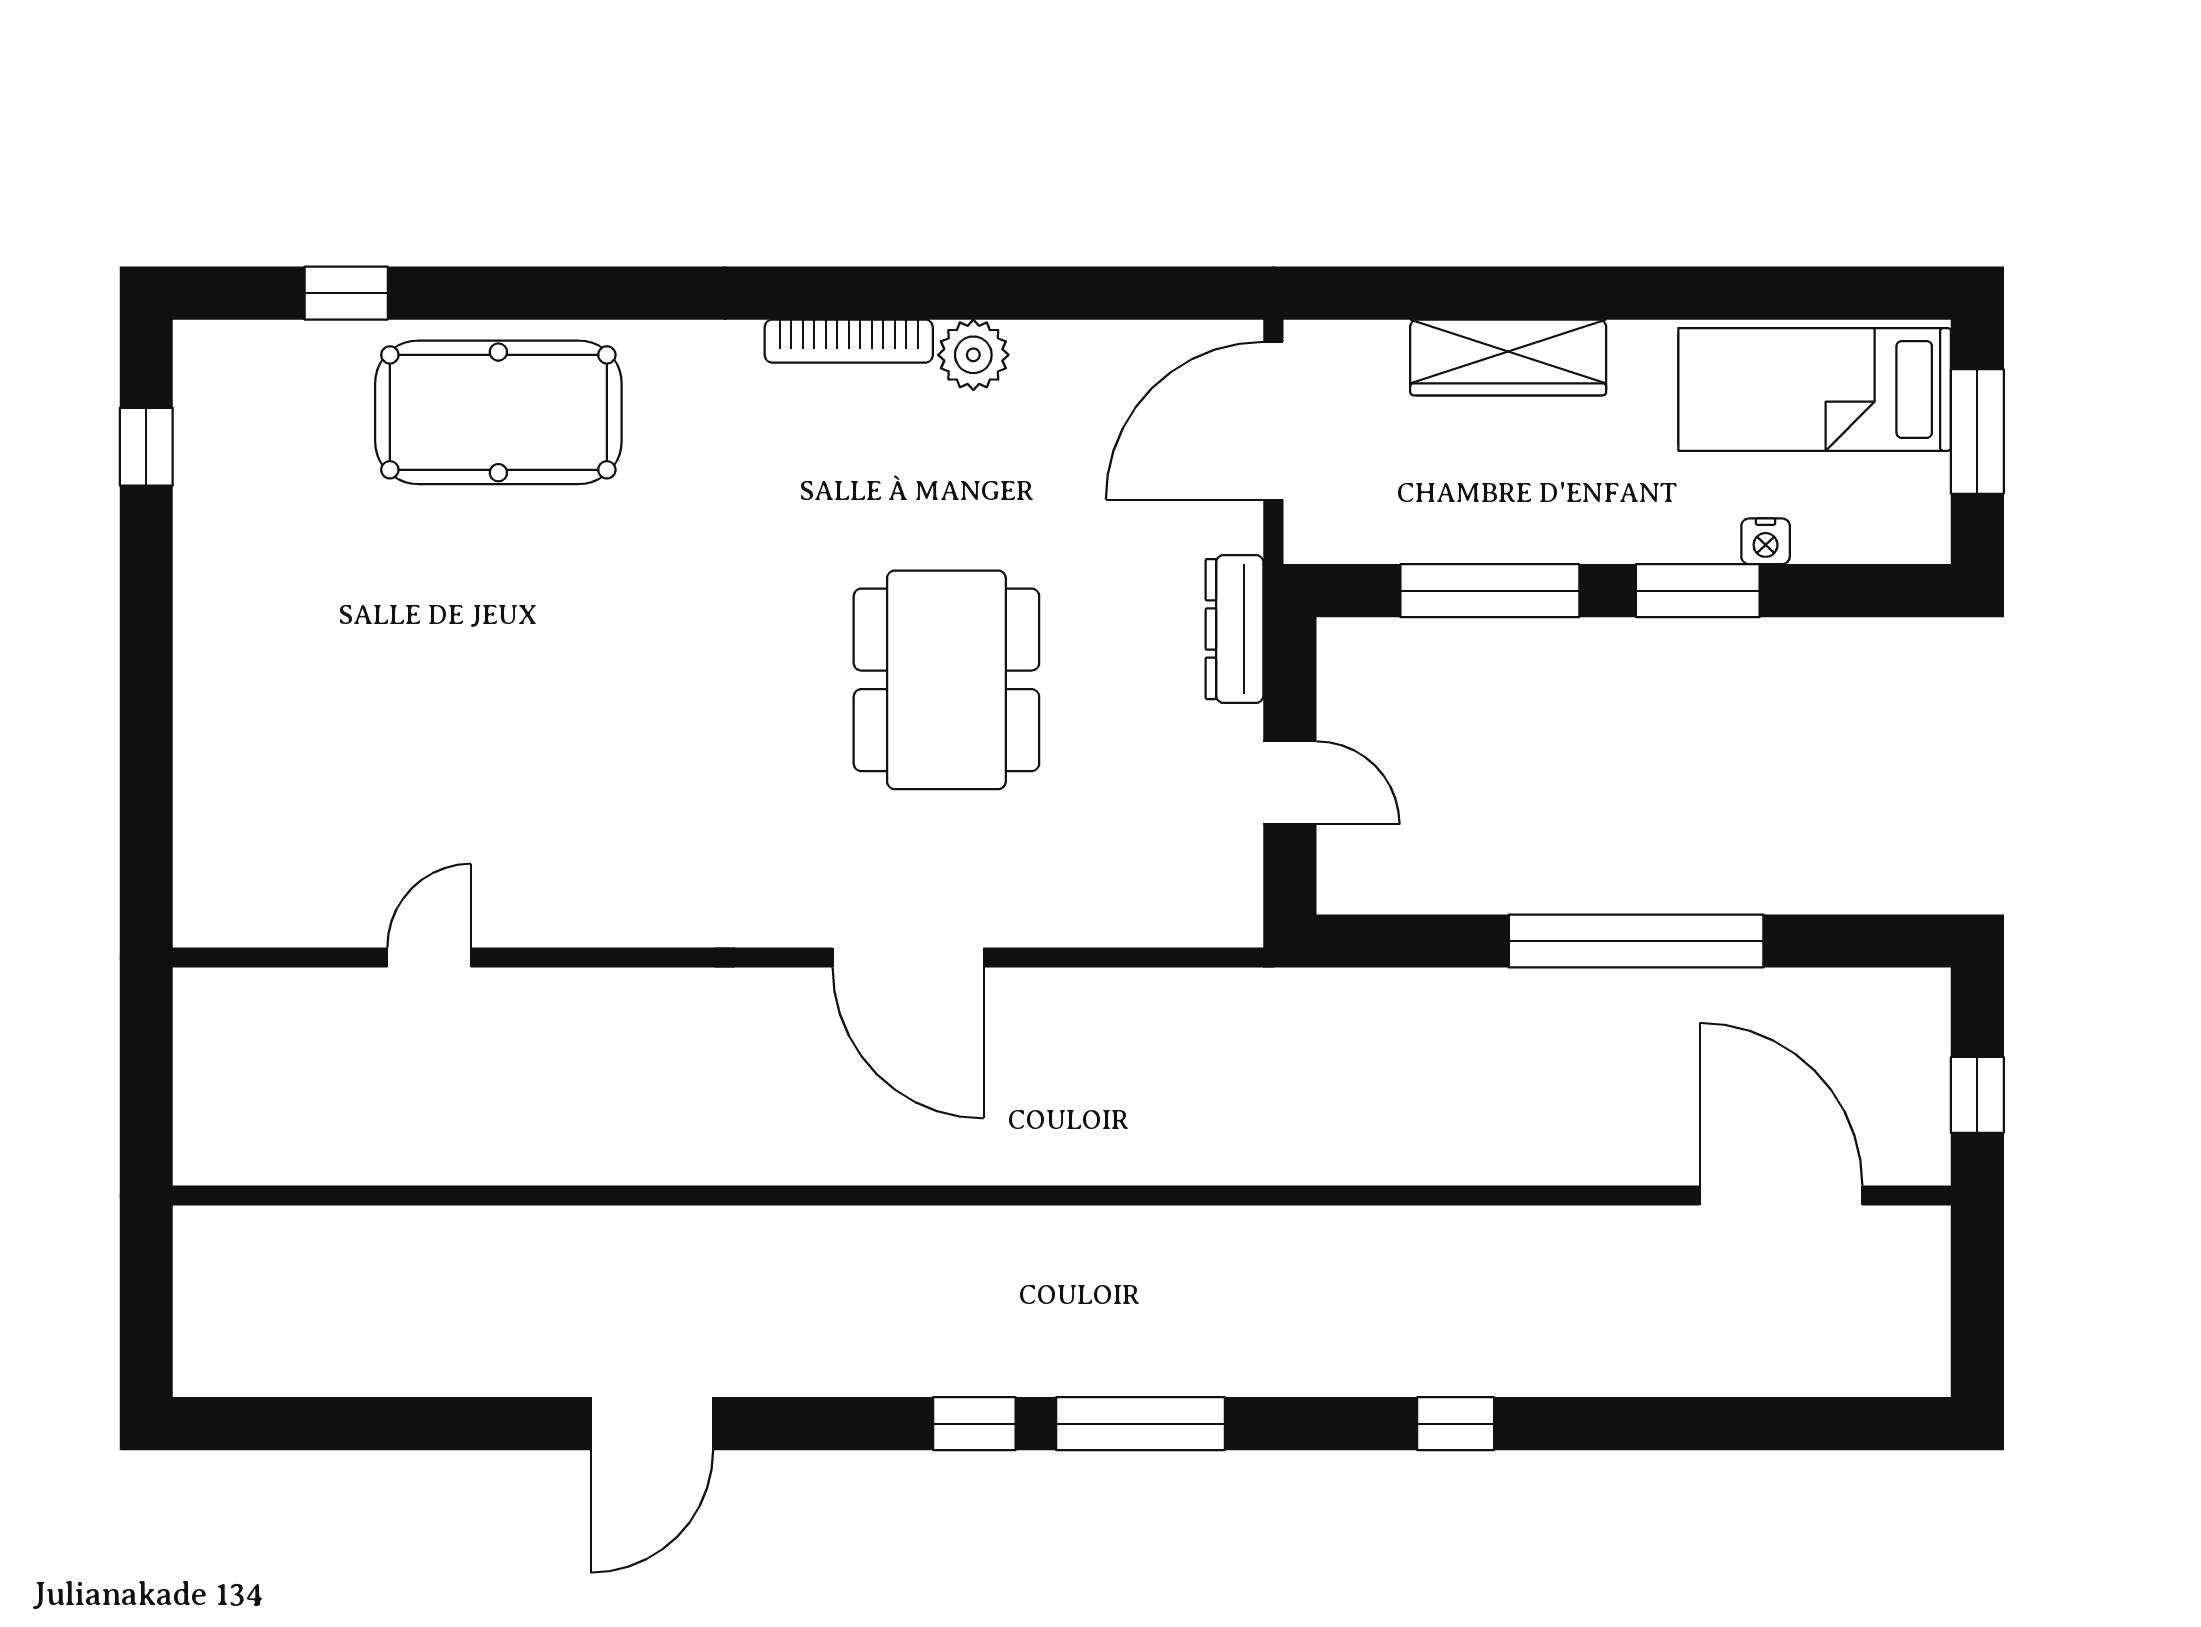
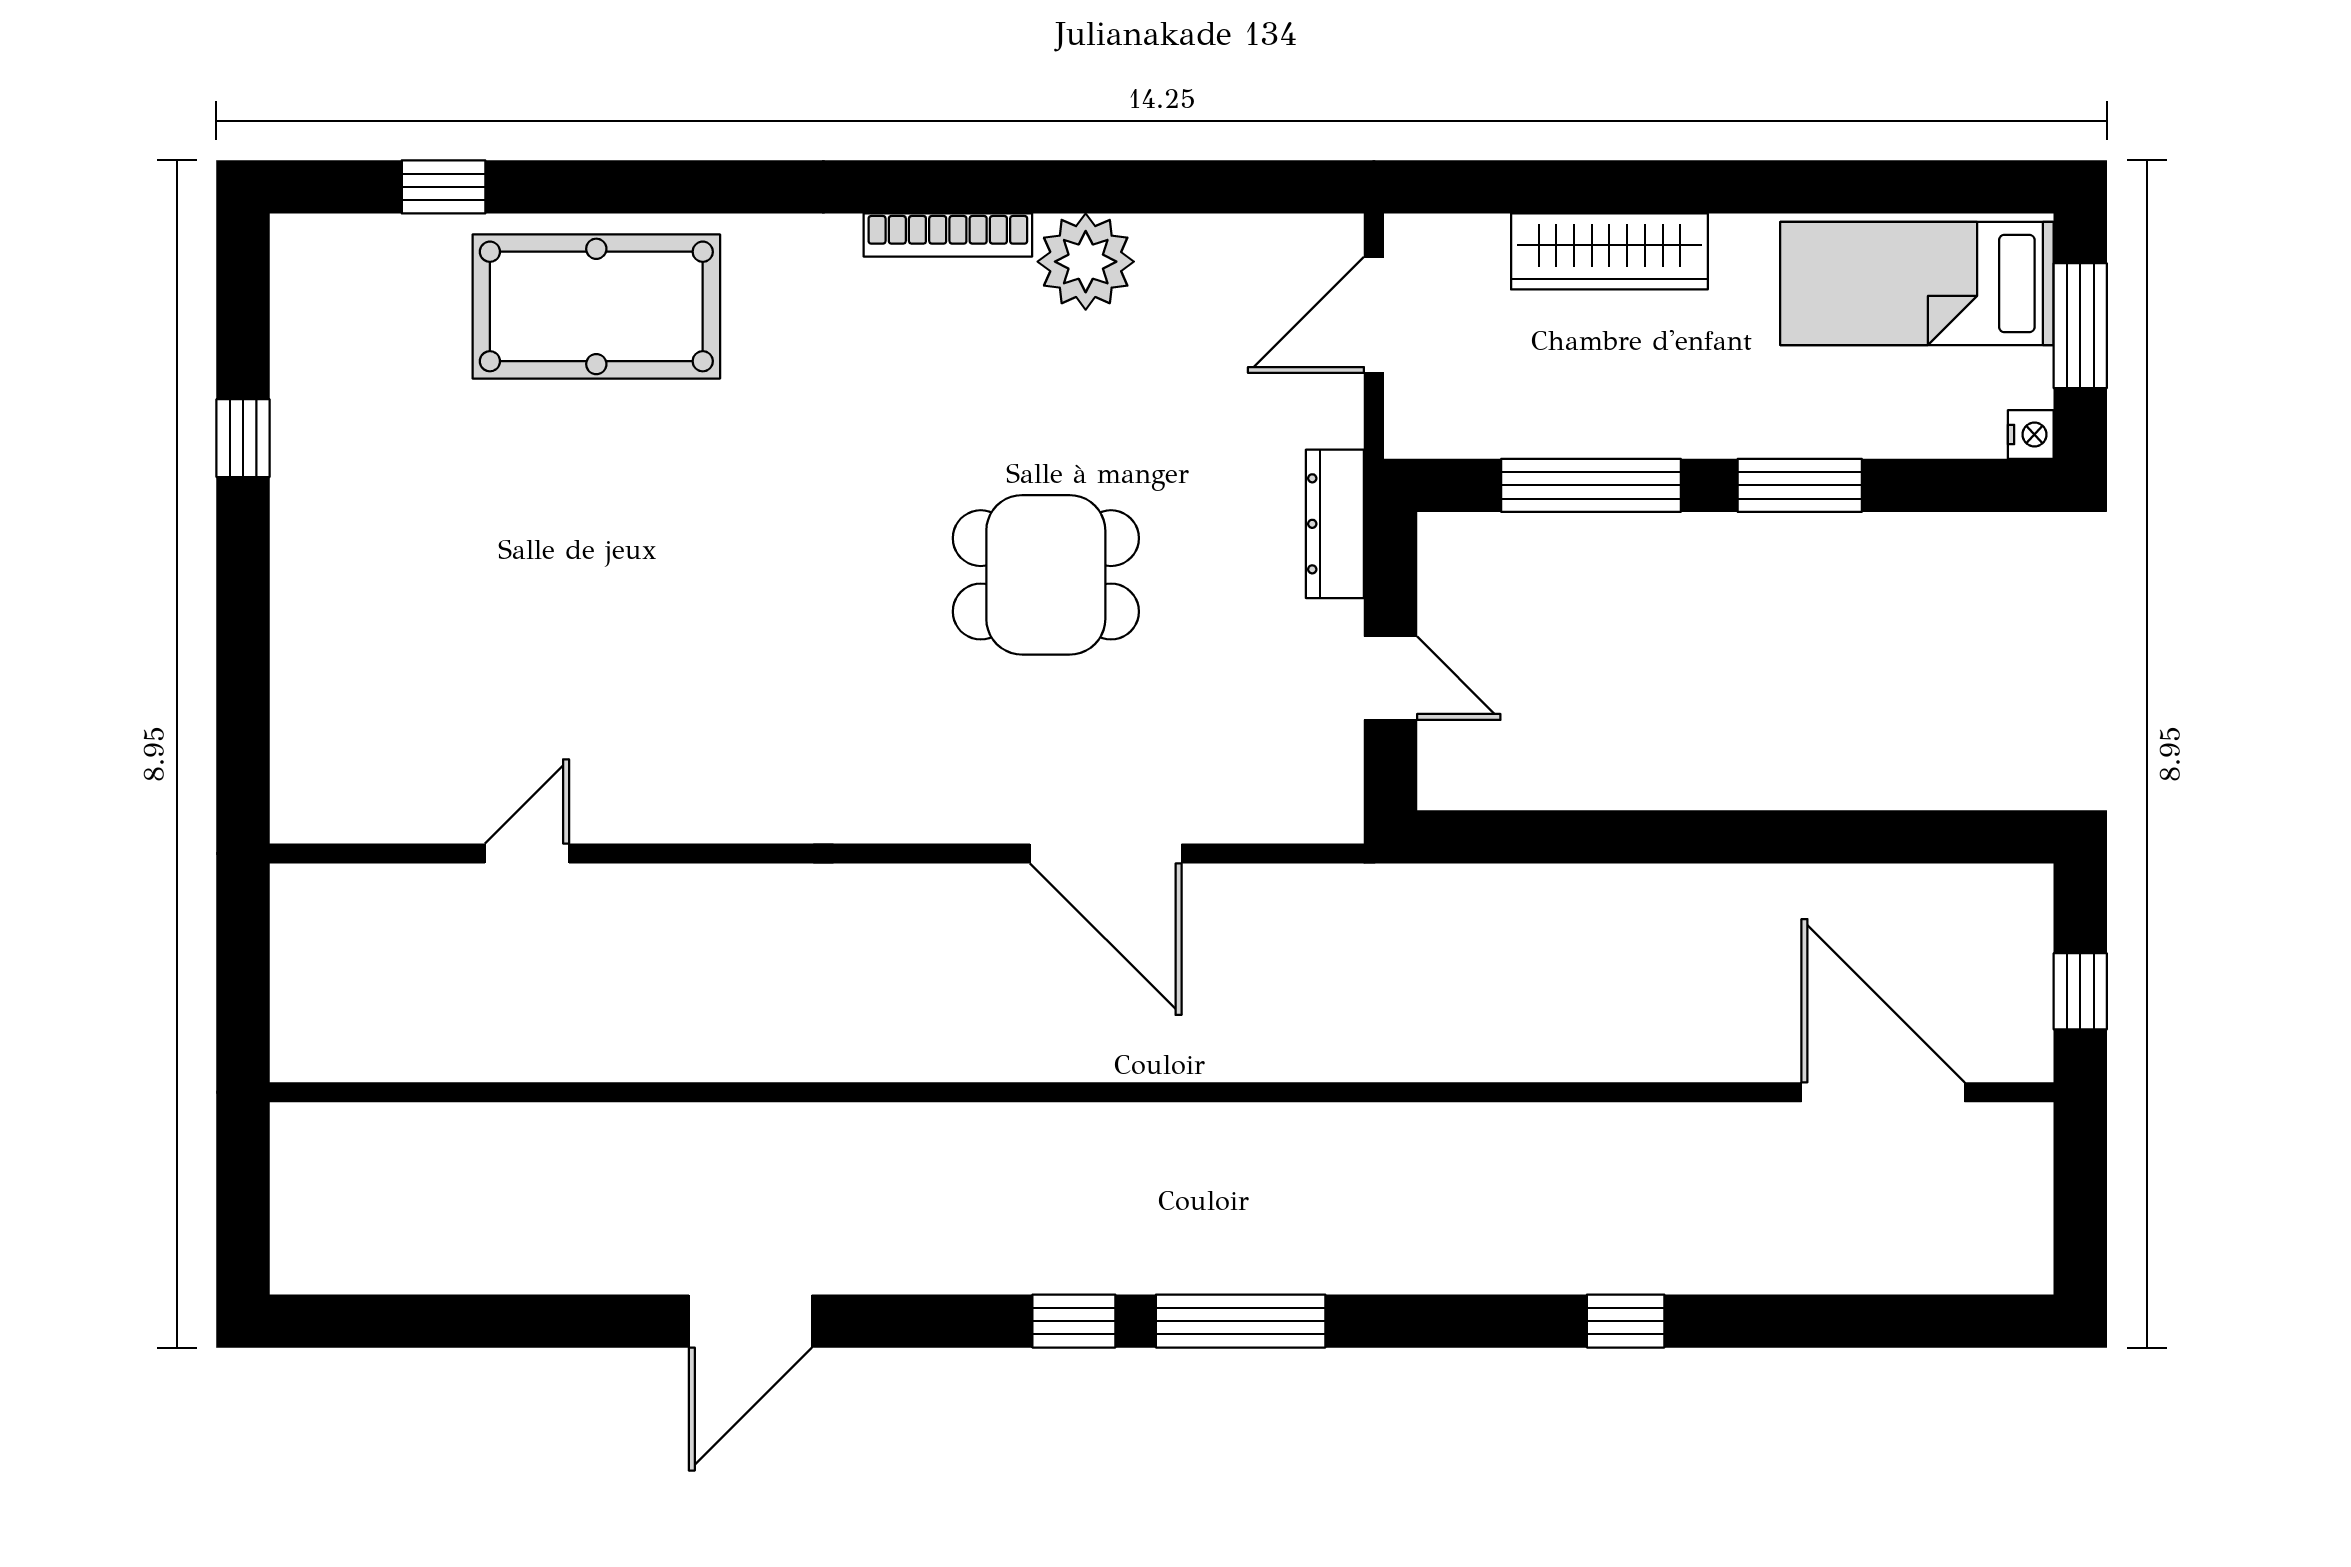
plant: (973, 355) -> (1086, 262), width x1.36, depth x1.36
door: (1273, 421) -> (1374, 315), width x0.73
window: (146, 447) -> (243, 438), moved
nightstand: (1766, 541) -> (2031, 434), moved, turned -90
dining table: (946, 680) -> (1046, 575), width x0.73
window: (1636, 941) -> (1738, 837), removed
door: (908, 958) -> (1106, 853), moved
window: (1456, 1424) -> (1626, 1321), moved

